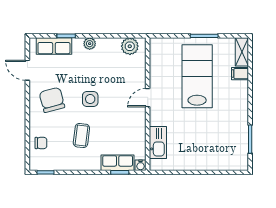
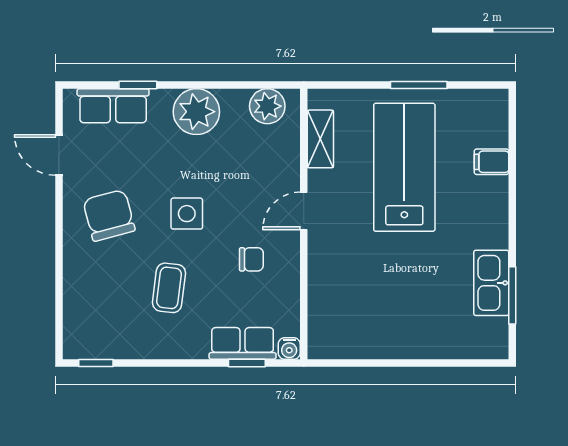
plant: (90, 44) -> (196, 112), width x1.88, depth x1.88
shelving: (242, 52) -> (320, 139), moved
kitchen sink: (158, 142) -> (491, 283), moved, turned 180
chair: (41, 143) -> (251, 259), moved

